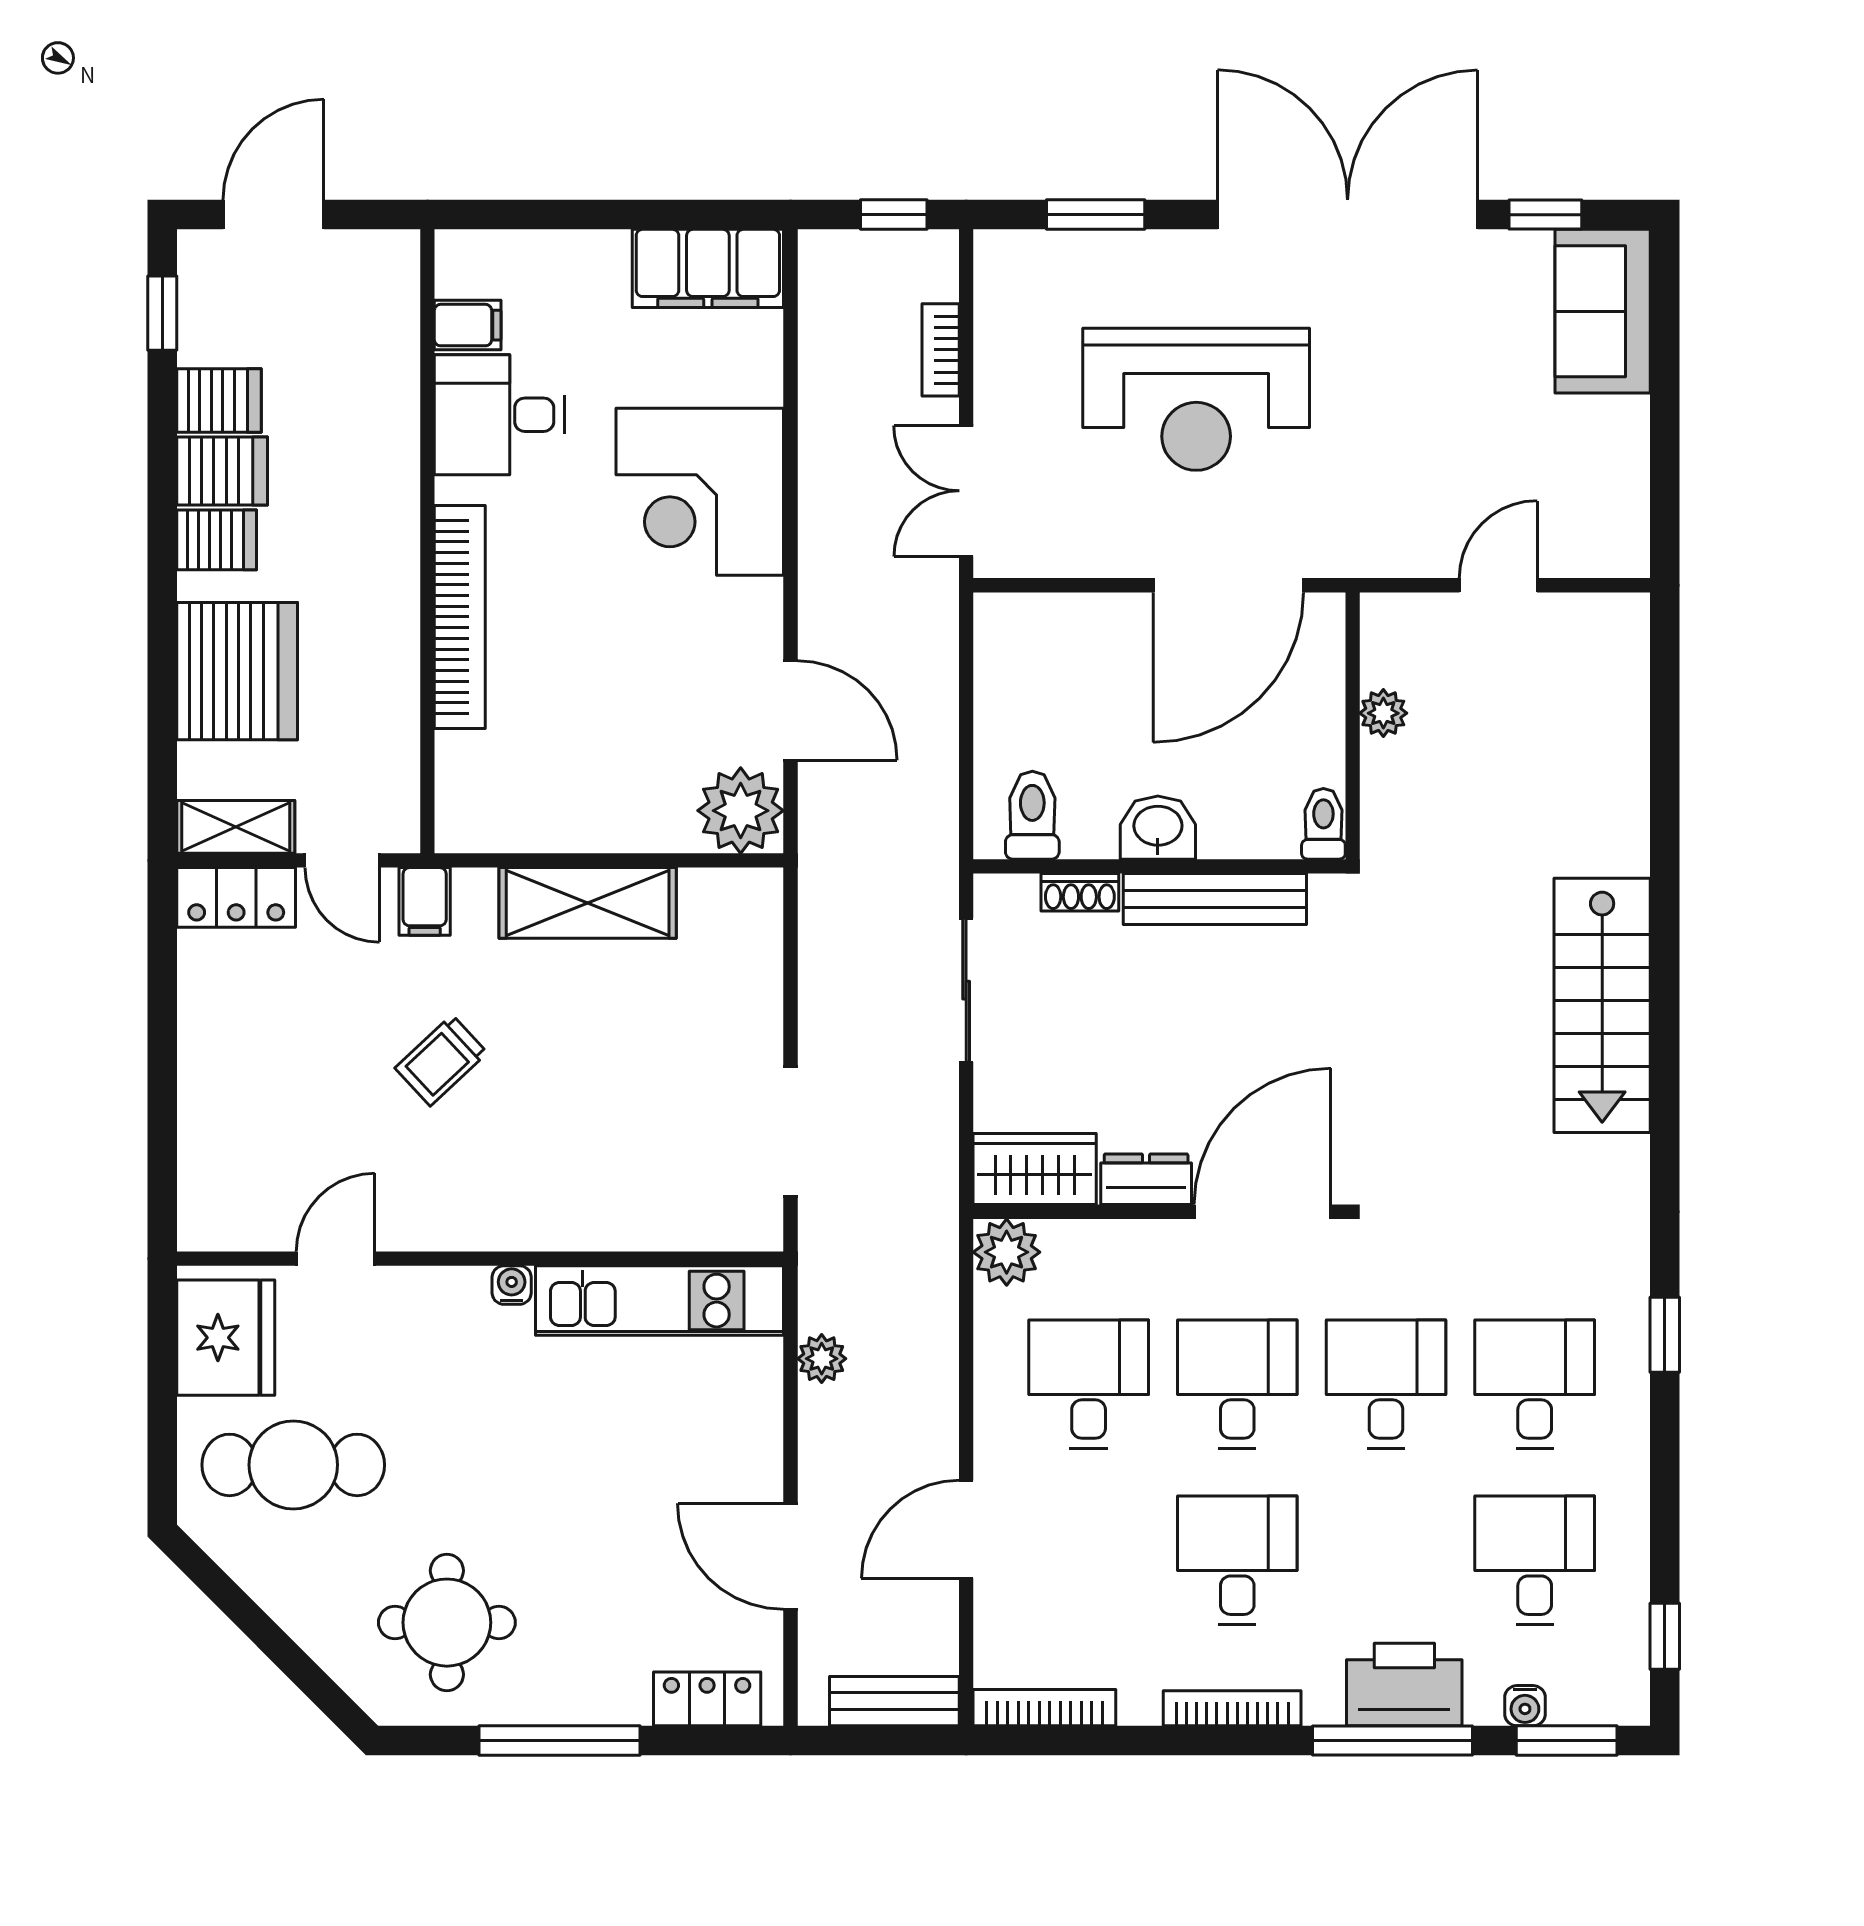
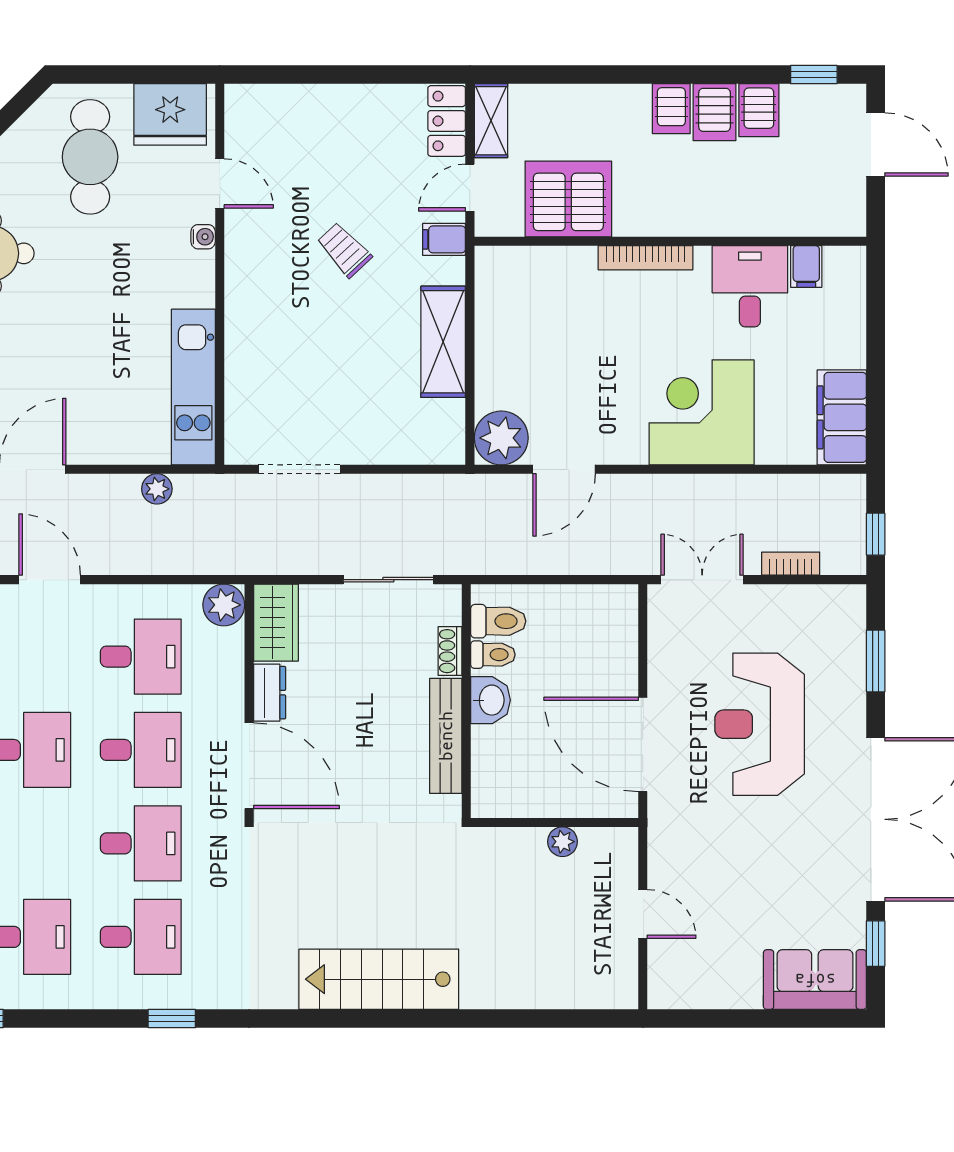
bookcase: (460, 617) -> (646, 258), width x0.68, depth x0.76
server rack: (237, 671) -> (568, 199), moved, turned 180
toilet: (1323, 824) -> (493, 655), moved
water cooler: (512, 1285) -> (203, 237), moved

